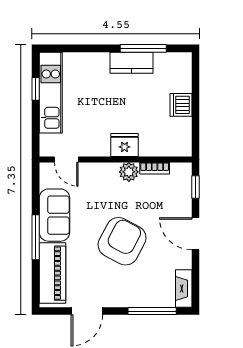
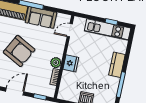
kitchen counter: (131, 63) -> (117, 65), moved

